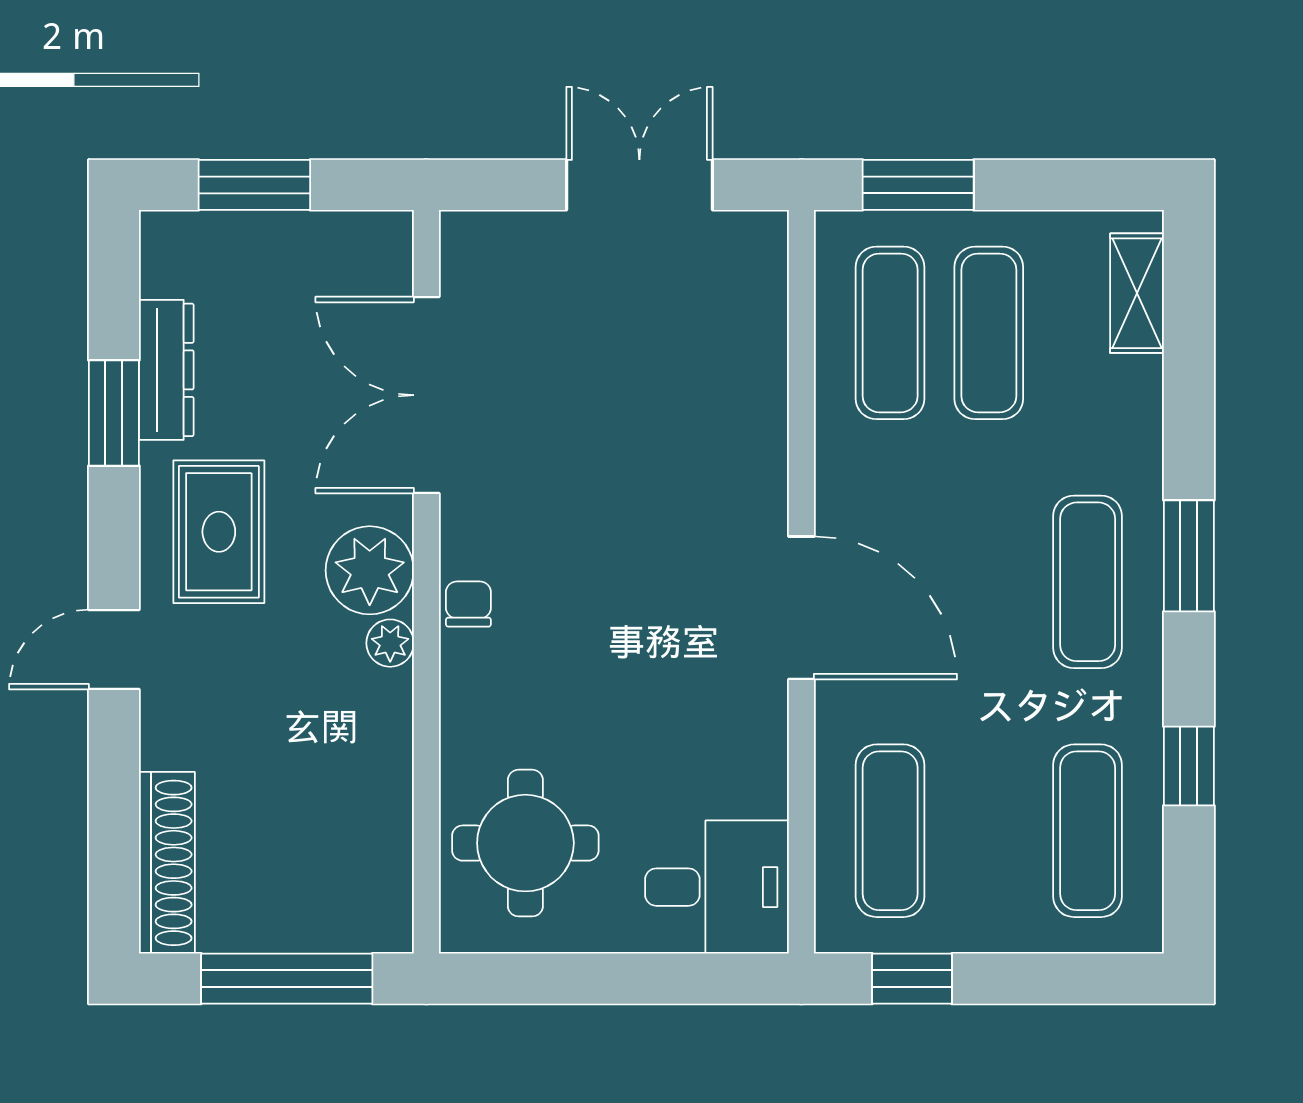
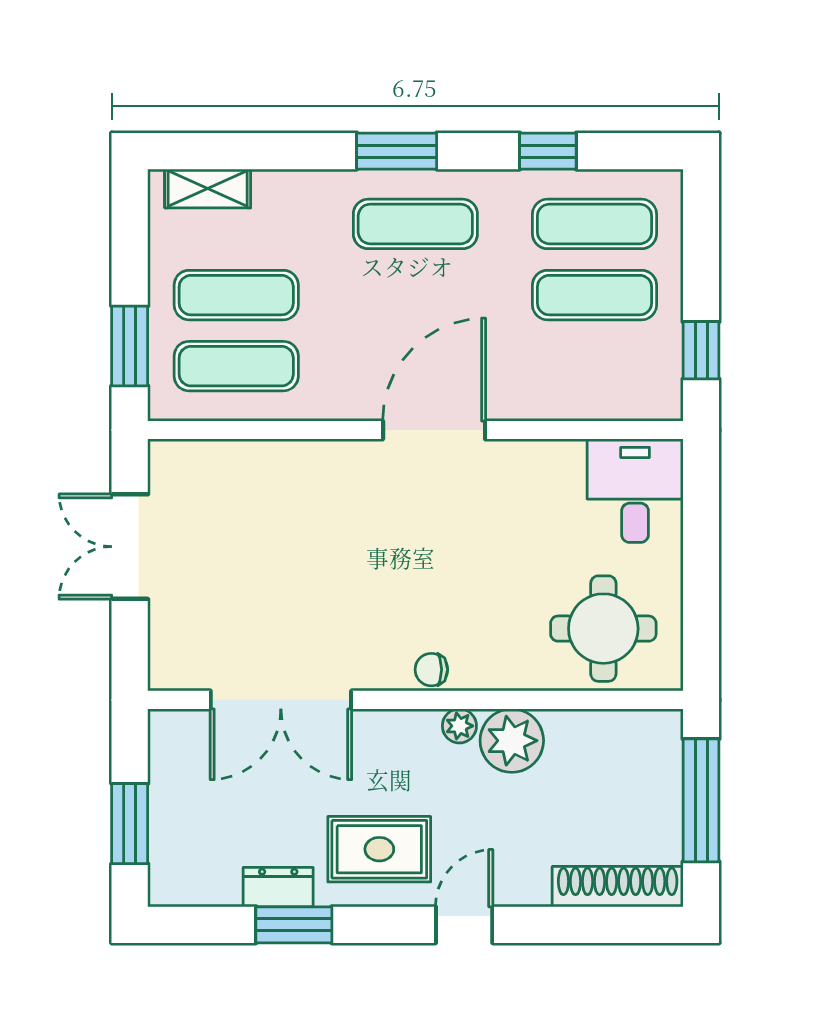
dresser: (166, 370) -> (278, 887), width x0.70
plant: (370, 570) -> (512, 741), moved
door: (114, 650) -> (464, 925), swing flipped
exercise mat: (890, 831) -> (594, 295), moved

